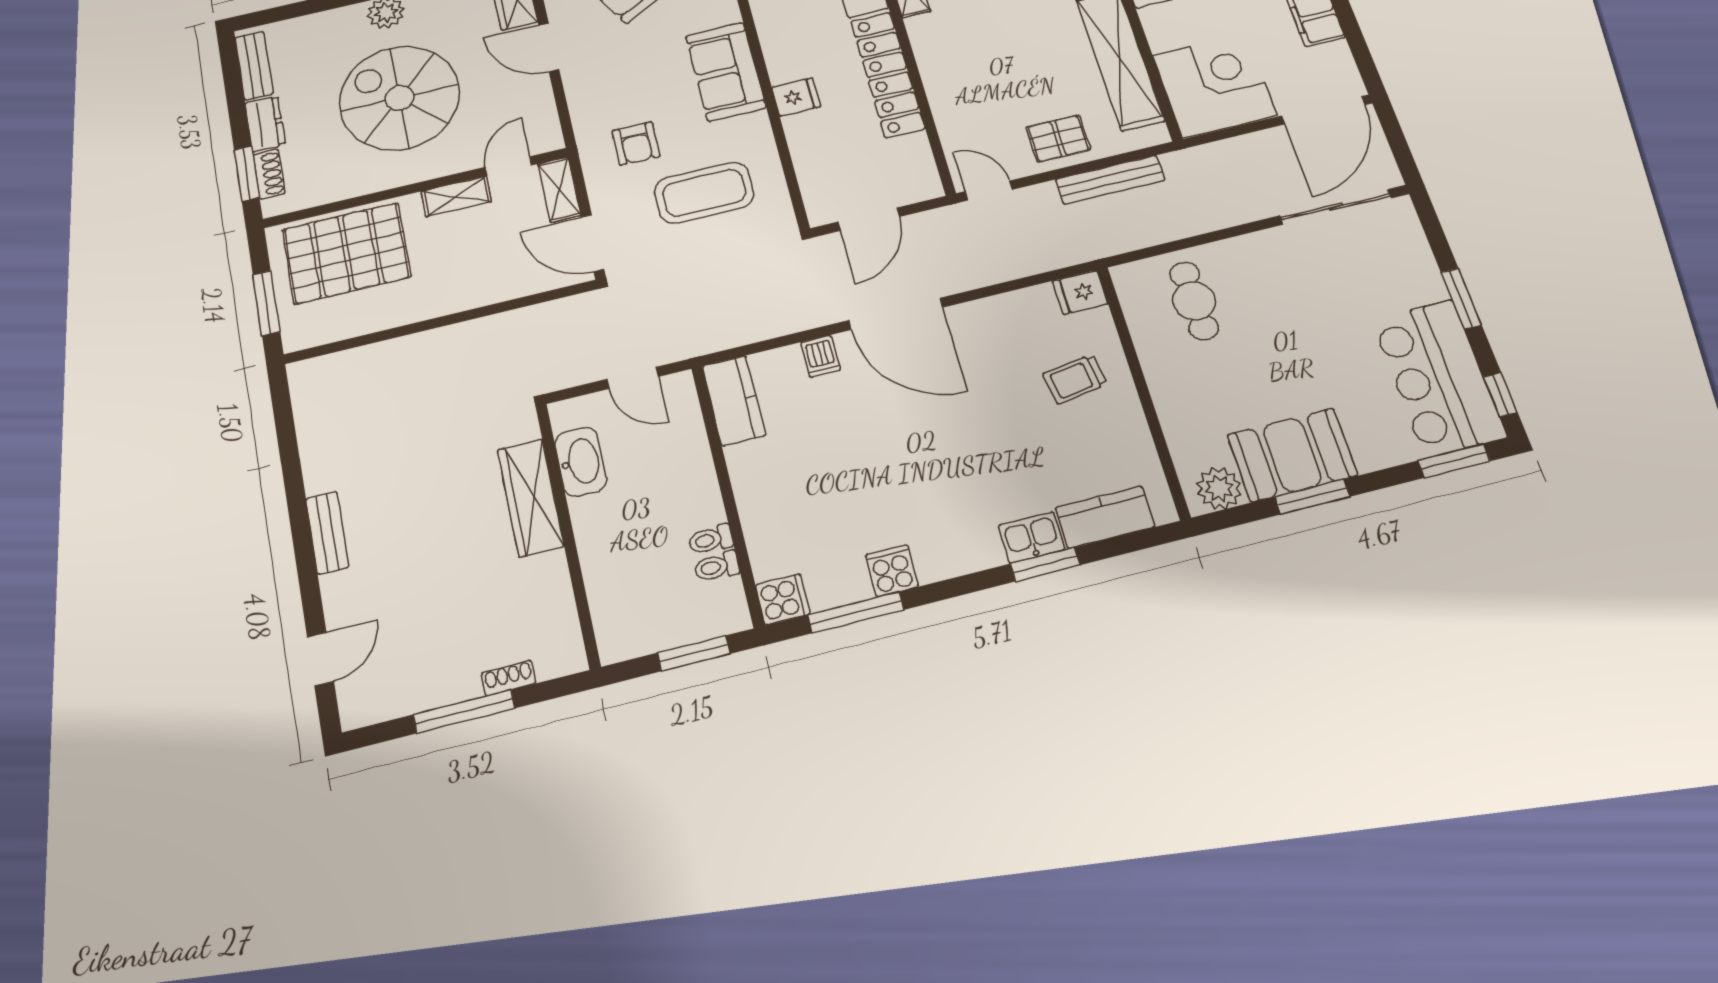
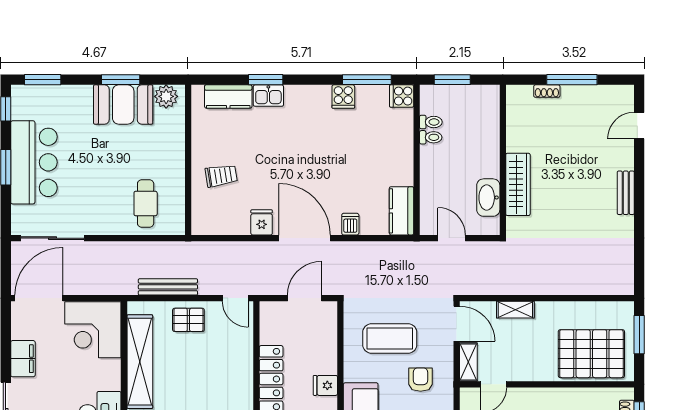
shelving: (456, 196) -> (515, 310), moved
fridge: (1080, 292) -> (262, 222), moved, turned -90
bar counter: (1439, 378) -> (34, 162), moved

